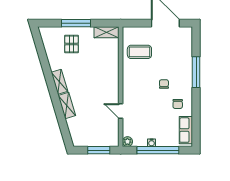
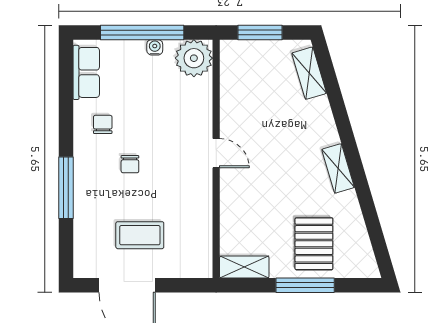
pallet: (72, 44) -> (314, 244), width x1.50, depth x1.42
coffee table: (139, 52) -> (140, 235), moved
shelving: (67, 106) -> (309, 73), moved
door: (121, 111) -> (216, 153), moved
plant: (127, 142) -> (194, 58), width x1.88, depth x1.88

